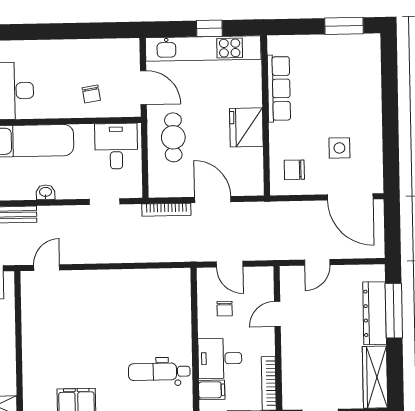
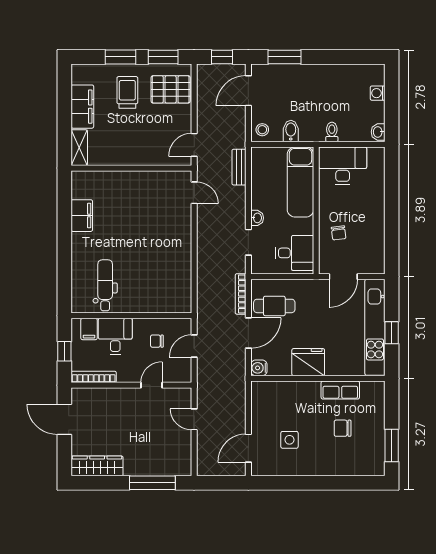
row of seats: (279, 88) -> (340, 390), width x0.68
chair: (91, 94) -> (339, 233), turned -88
cafe table: (173, 137) -> (274, 306), moved
chair: (294, 170) -> (343, 428), moved, turned -90
water cooler: (254, 186) -> (259, 368), added
washbasin: (46, 192) -> (257, 218), moved
door: (350, 197) -> (248, 448), width x0.73
dresser: (375, 313) -> (151, 467), removed
door: (277, 314) -> (152, 385), hinge flipped

